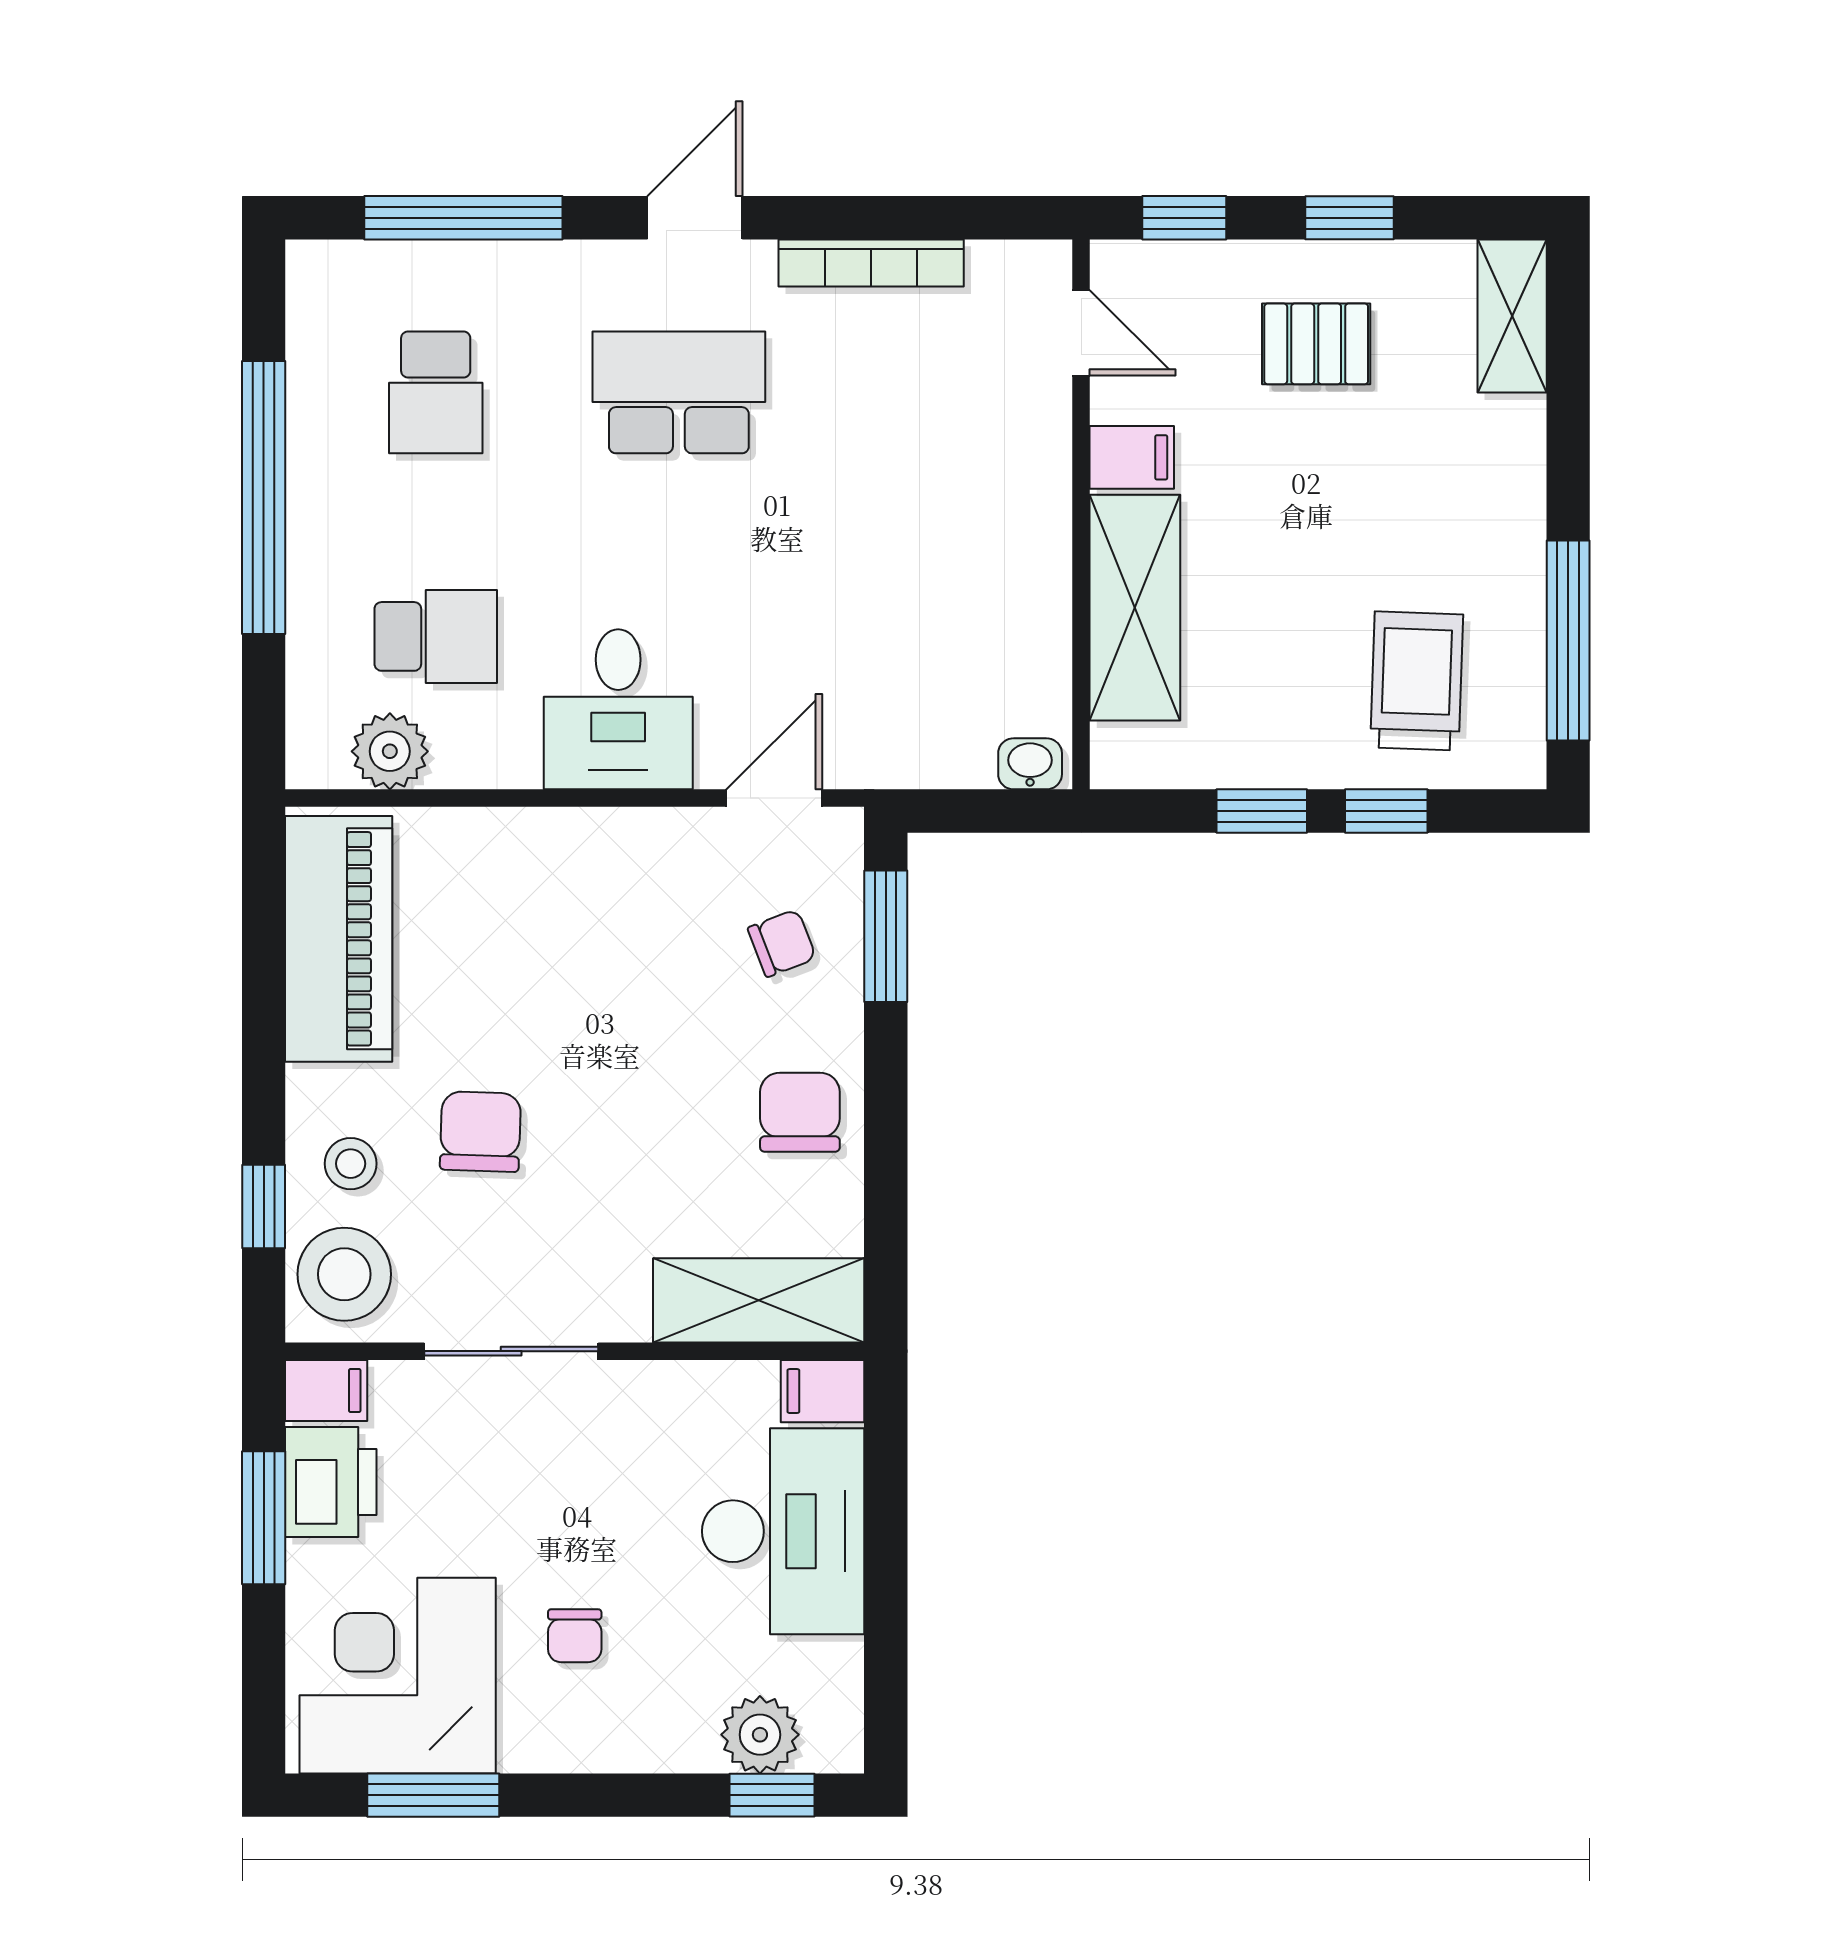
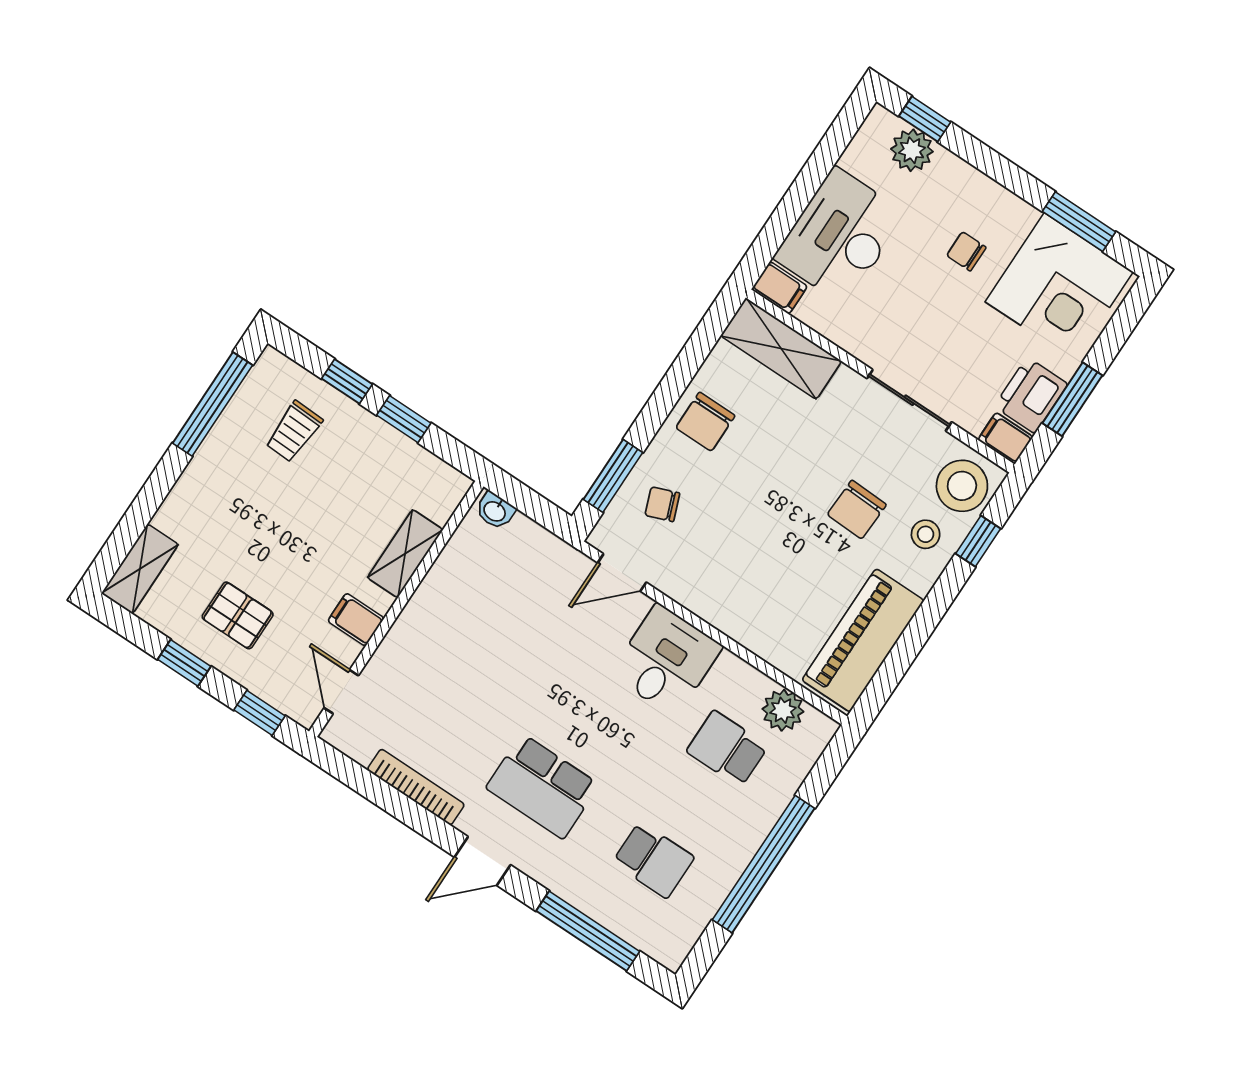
school desk: (436, 392) -> (653, 860), turned 90
shelving: (1135, 608) -> (405, 554), width x0.67, depth x0.75
trolley: (1417, 681) -> (294, 431), width x0.73, depth x0.72
chair: (575, 1636) -> (966, 251), turned -90

